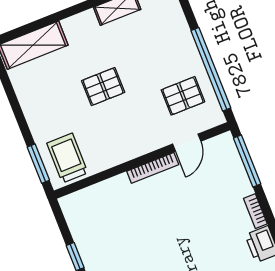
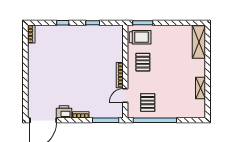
pallet: (103, 87) -> (143, 62), moved
door: (187, 143) -> (125, 96), hinge flipped

